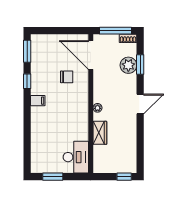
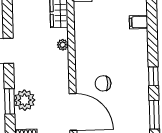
filing cabinet: (38, 101) -> (139, 22), moved

